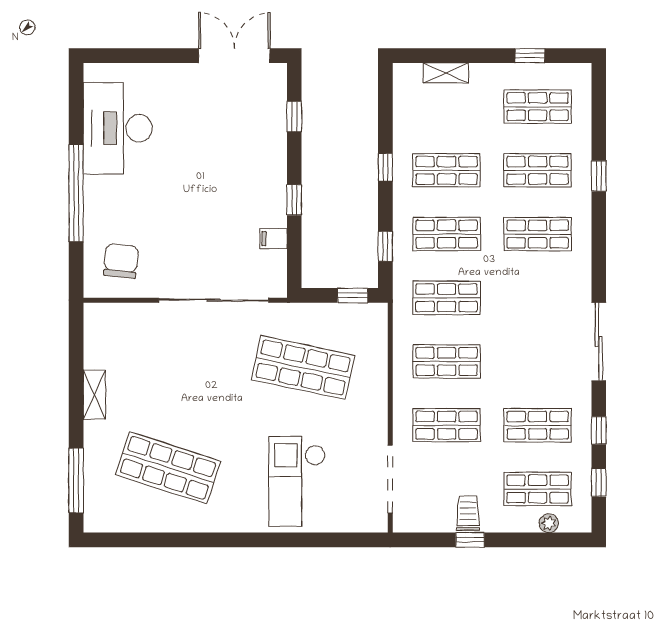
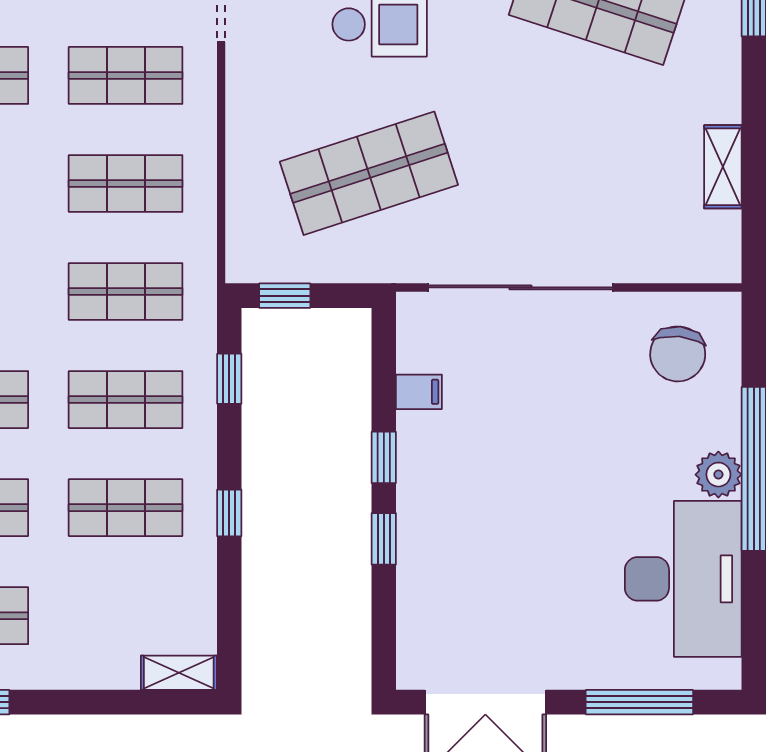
window: (144, 56) -> (639, 702), added
shelving: (446, 73) -> (179, 673), moved
window: (294, 117) -> (384, 539), moved
plant: (97, 190) -> (718, 475), added
shop shelf: (303, 368) -> (369, 173), turned -30
shelving: (94, 395) -> (723, 167), moved

